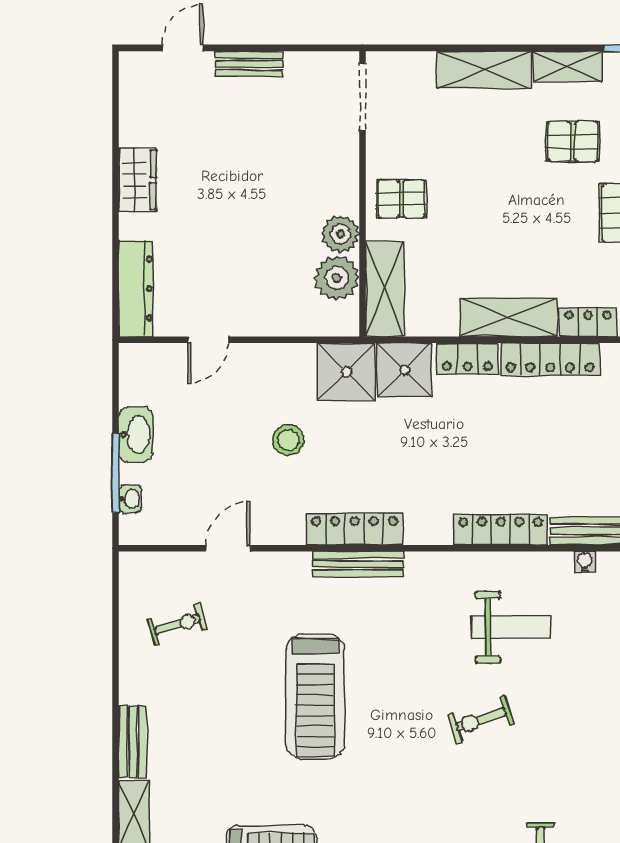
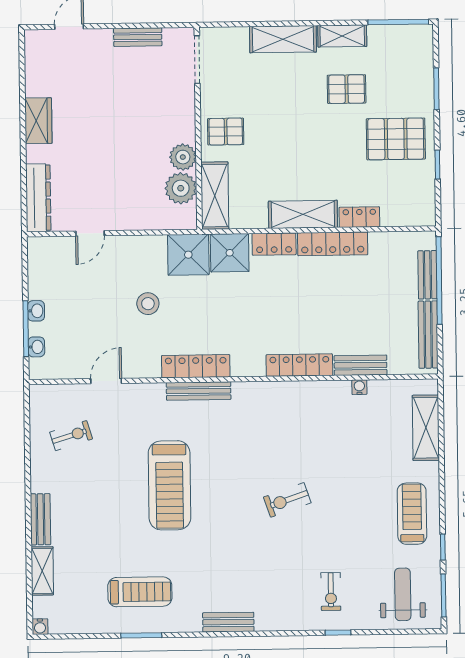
bench: (249, 64) -> (138, 37), moved
washbasin: (136, 435) -> (36, 311), width x0.52, depth x0.69
weight bench: (511, 627) -> (308, 434), removed

